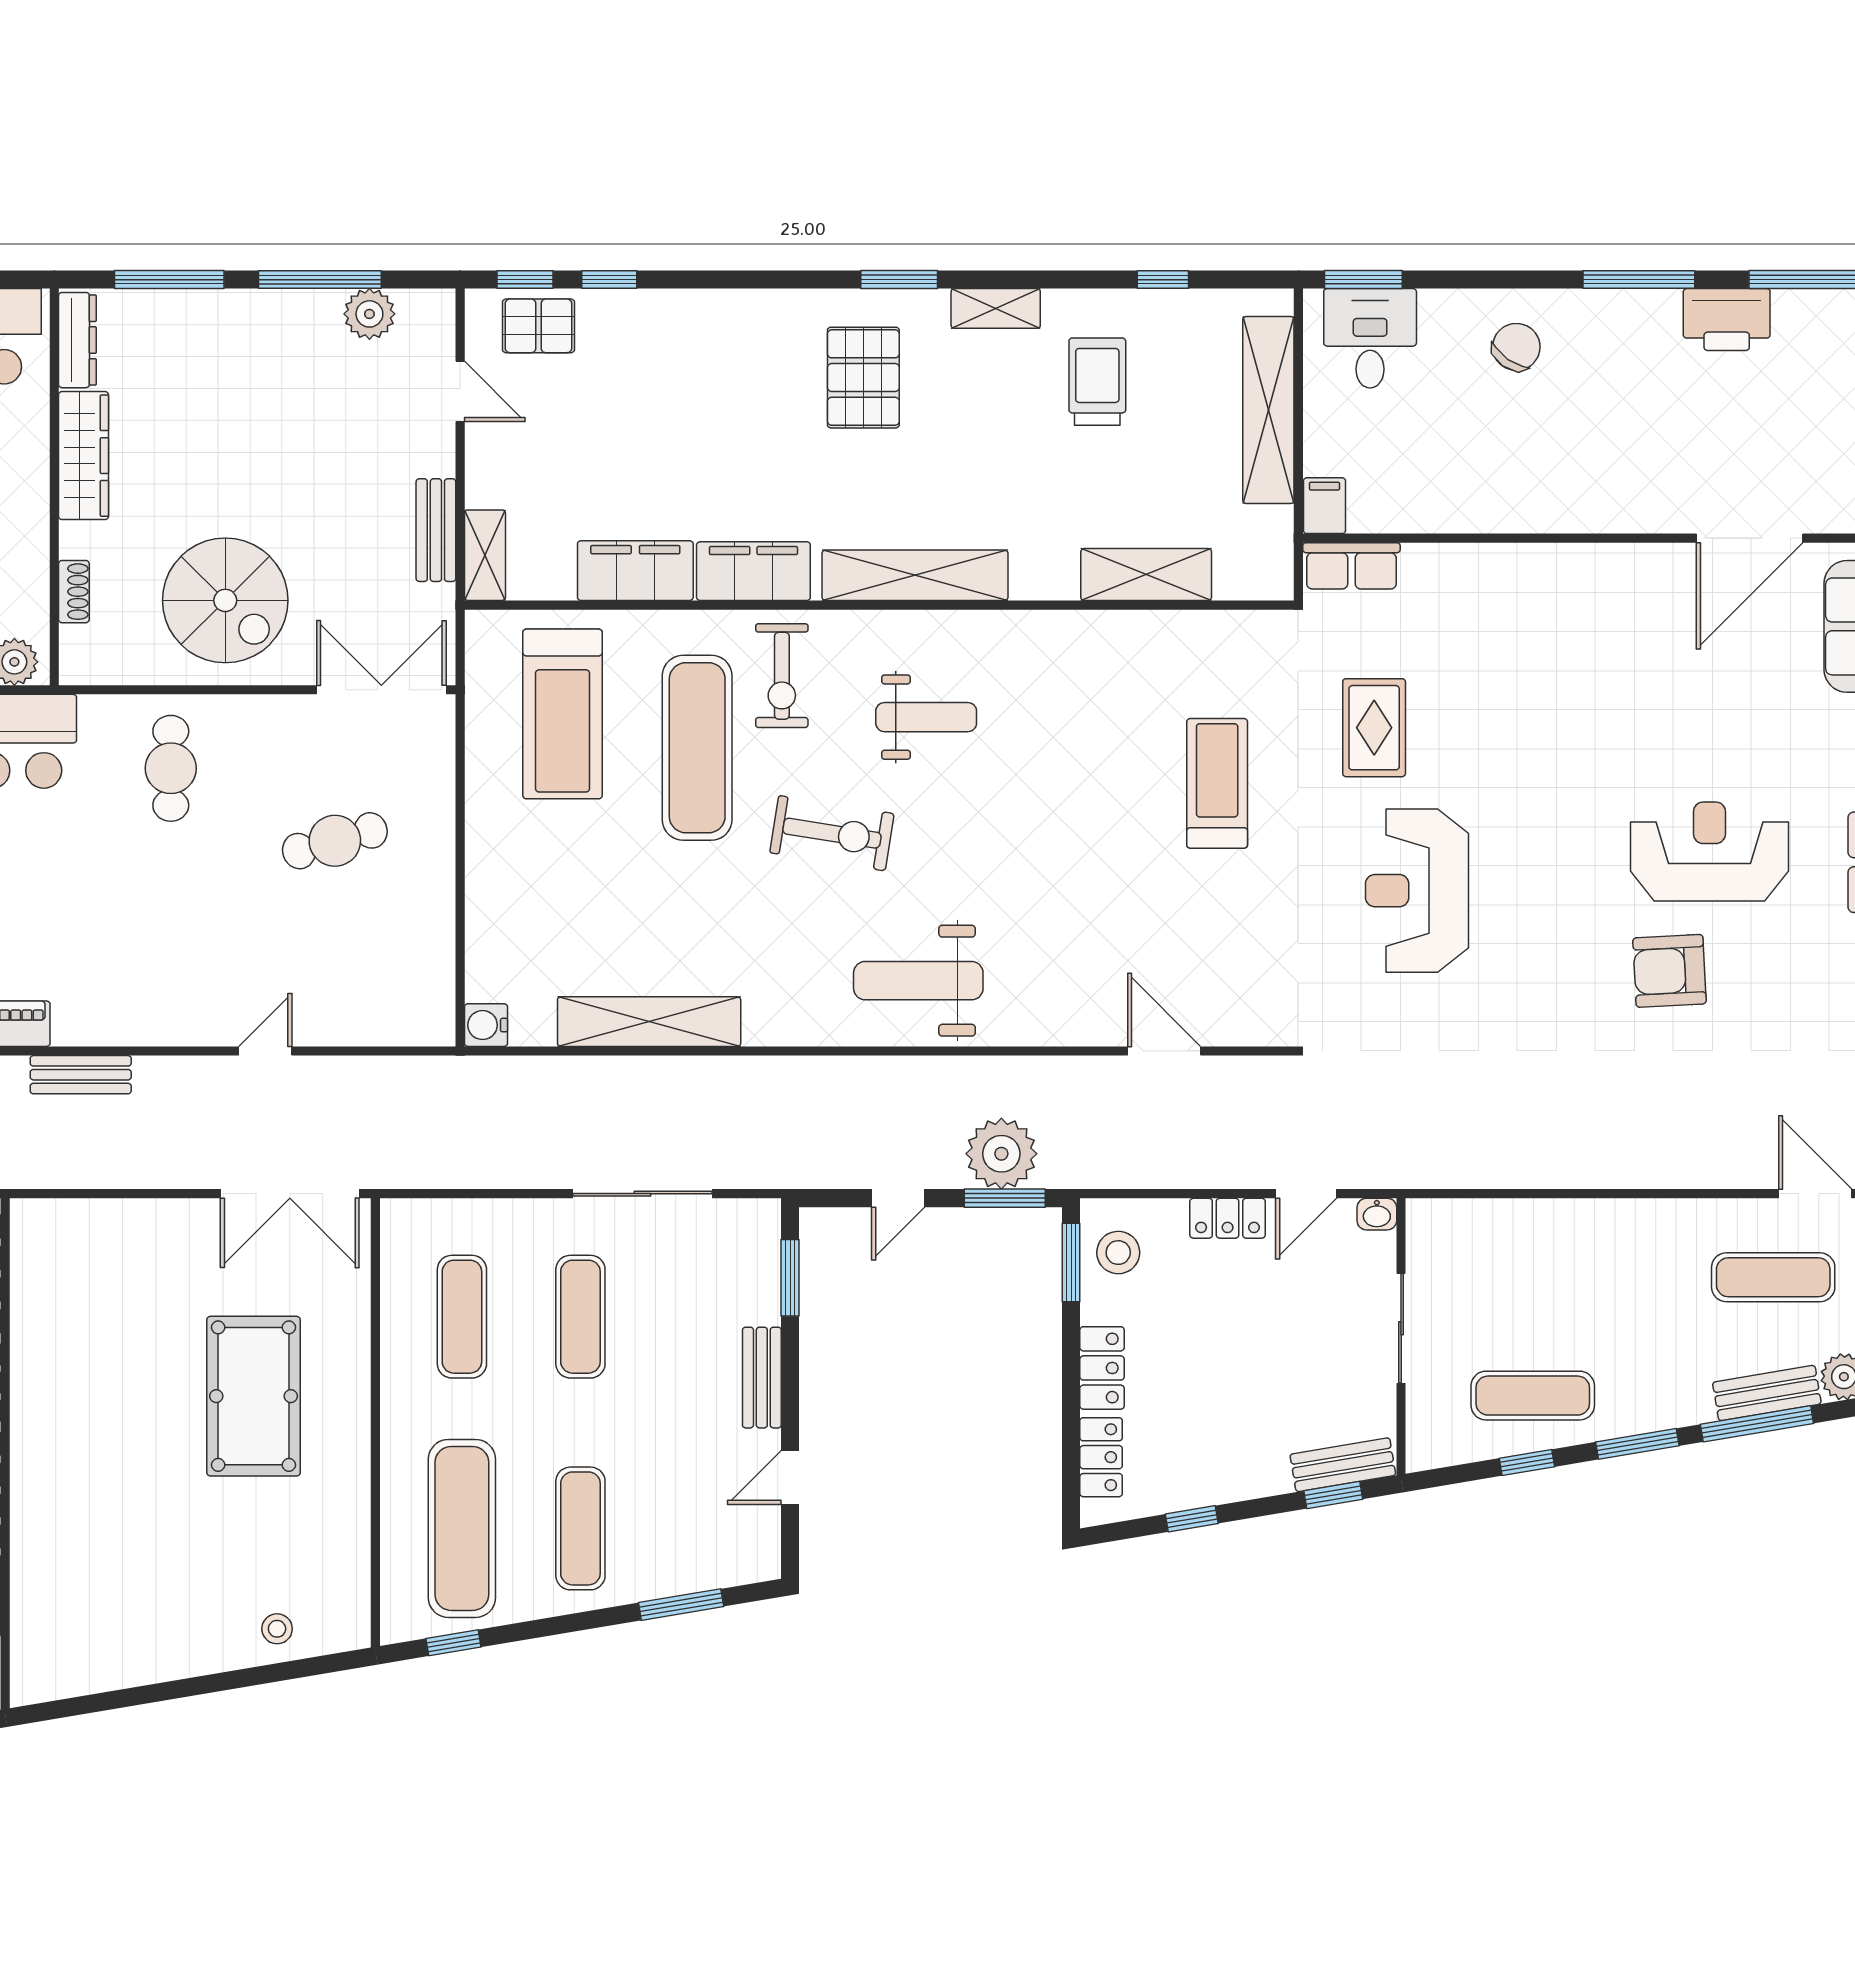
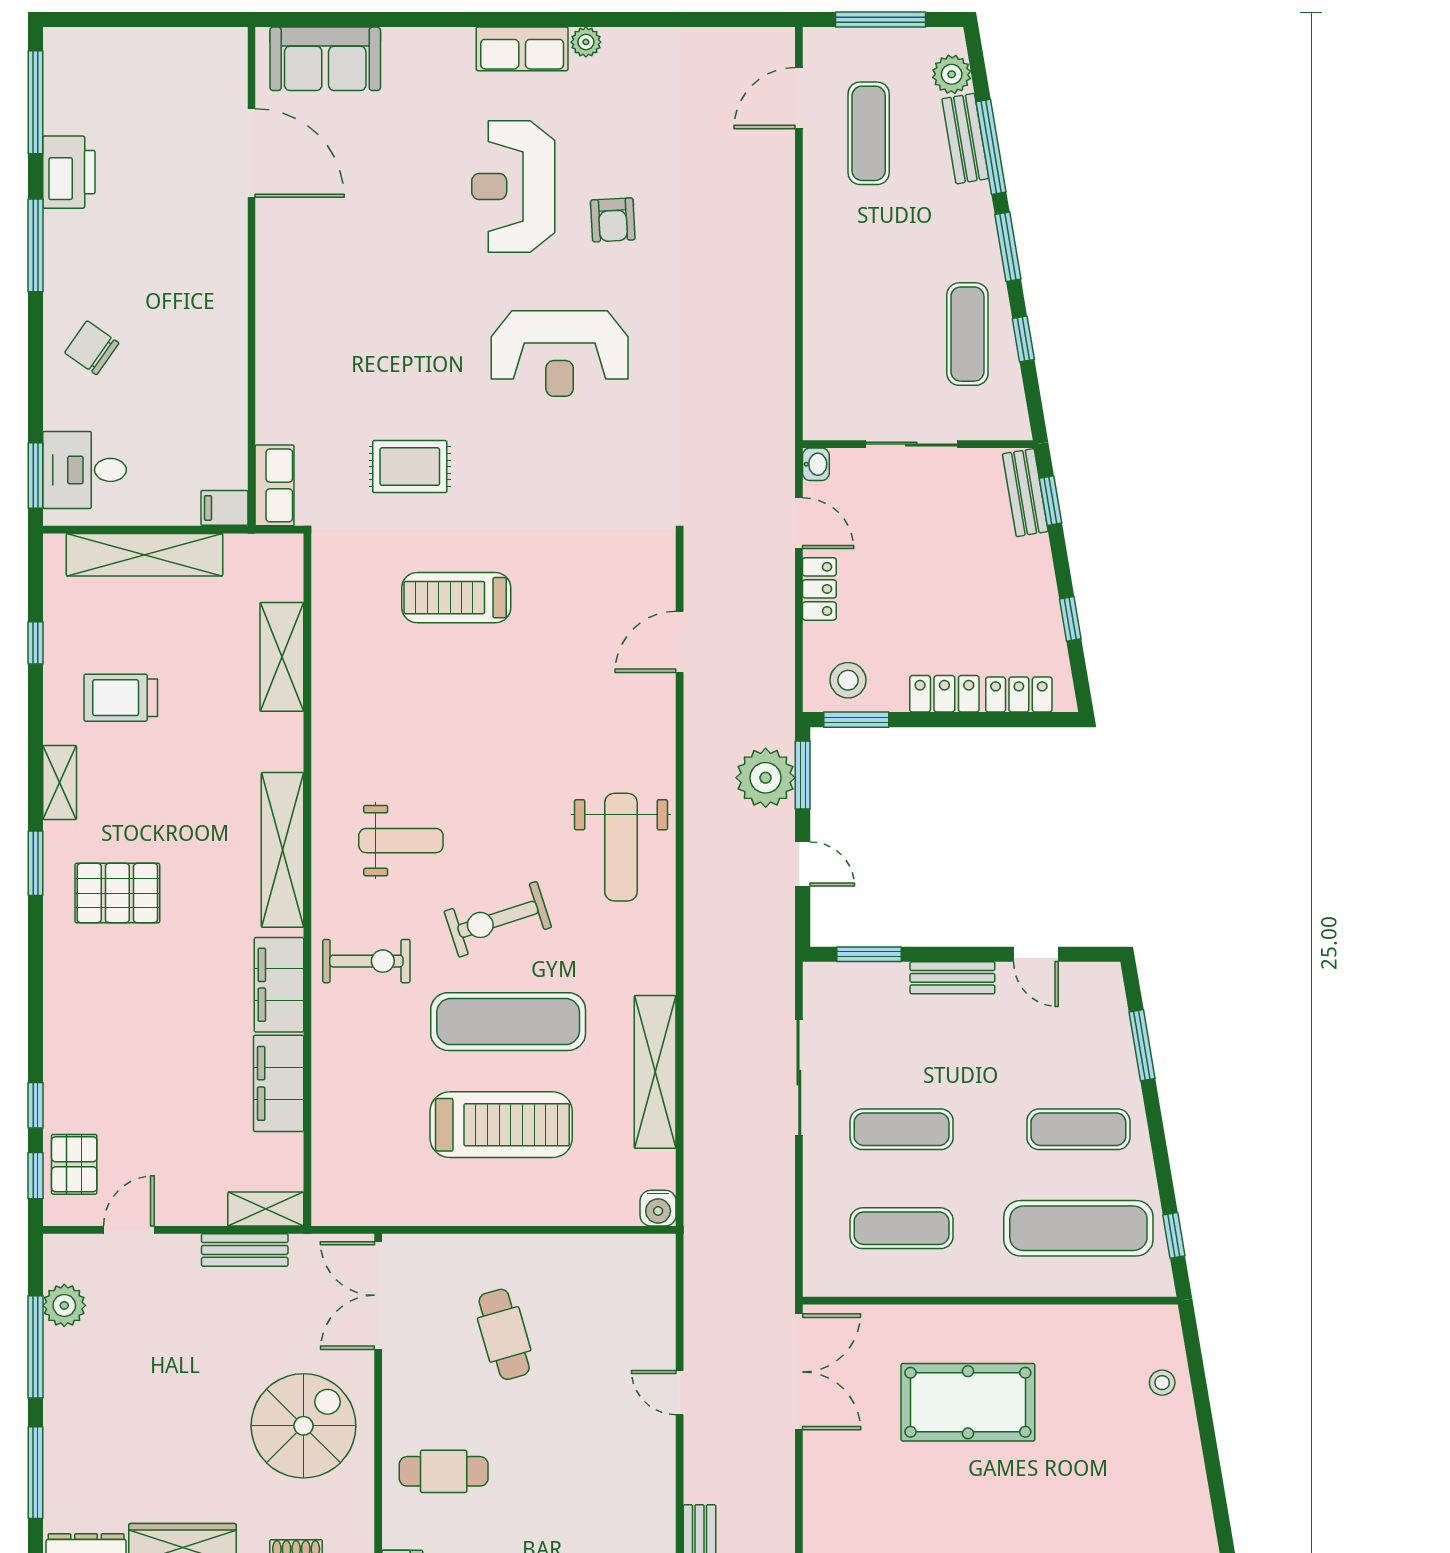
treadmill: (562, 714) -> (501, 1125), moved
weight bench: (926, 717) -> (401, 841), turned 90
exercise mat: (697, 748) -> (508, 1022), moved
exercise bike: (832, 833) -> (498, 919), turned -117
reception desk: (1417, 891) -> (560, 353), moved
armchair: (1669, 971) -> (613, 220), width x0.72, depth x0.72

